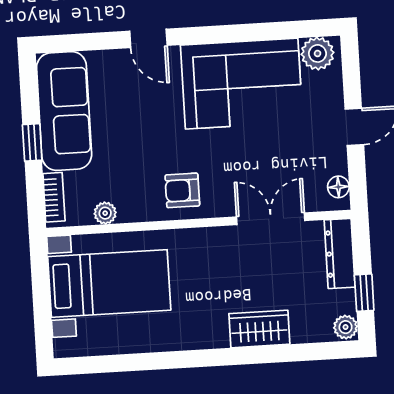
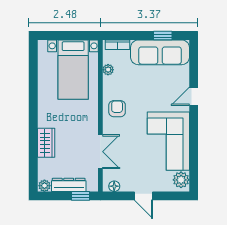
window: (32, 142) -> (163, 36), moved
dresser: (340, 253) -> (69, 185), moved
window: (364, 293) -> (81, 196), moved

